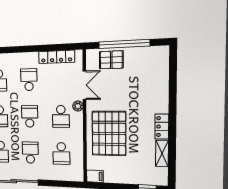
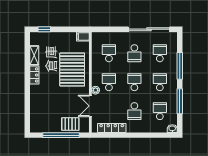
school desk: (30, 116) -> (134, 82), turned 180

